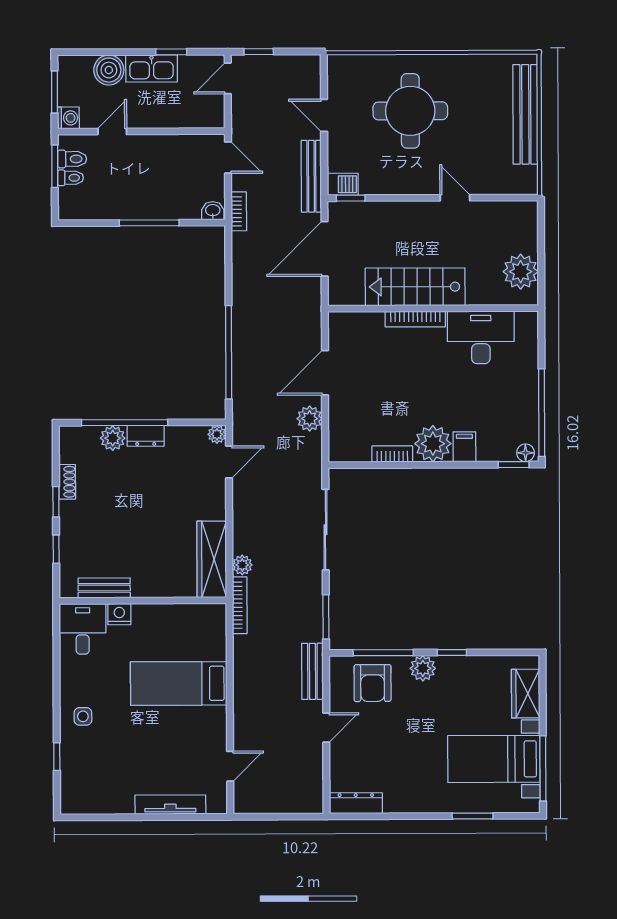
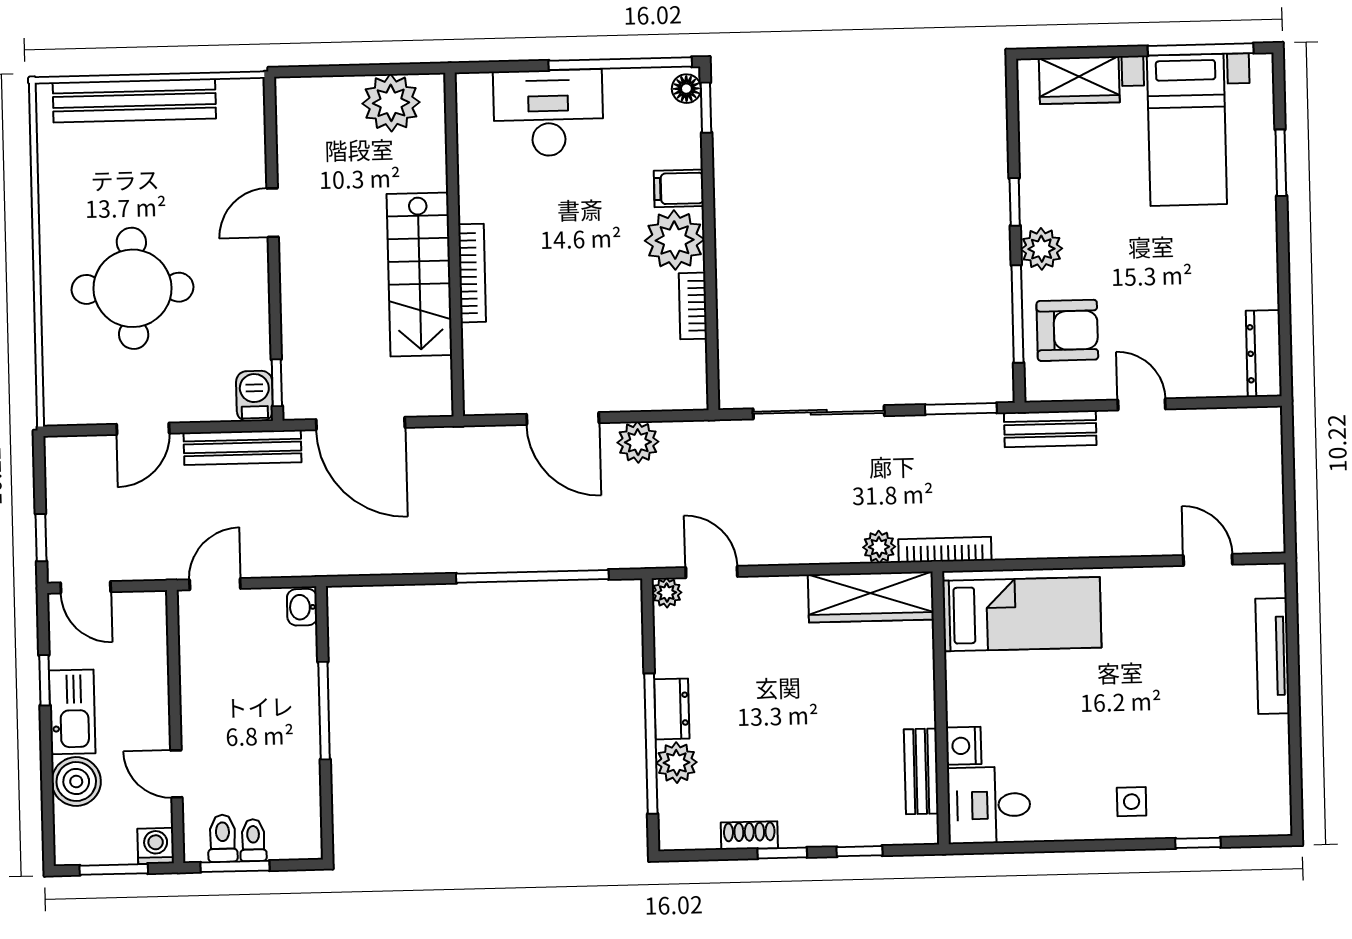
bookcase: (239, 211) -> (302, 565), removed
desk: (481, 337) -> (548, 113), moved, turned 90
bed: (179, 683) -> (1022, 614), moved, turned -90

